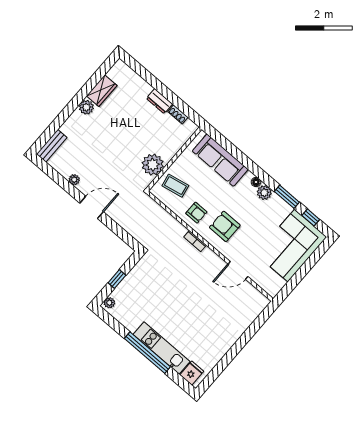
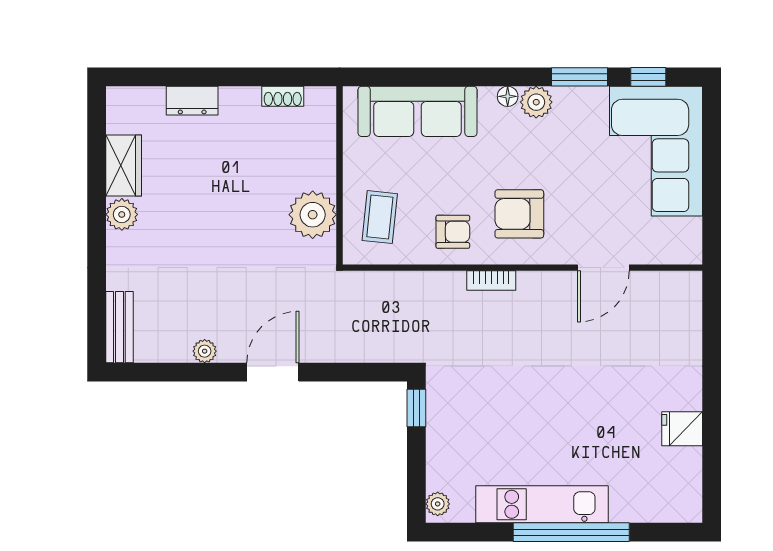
dresser: (159, 101) -> (192, 101), moved
coffee table: (175, 186) -> (380, 217), turned -73
window: (117, 279) -> (416, 408), moved
kitchen unit: (161, 348) -> (542, 504), moved
fridge: (192, 373) -> (682, 429), moved, turned -90

